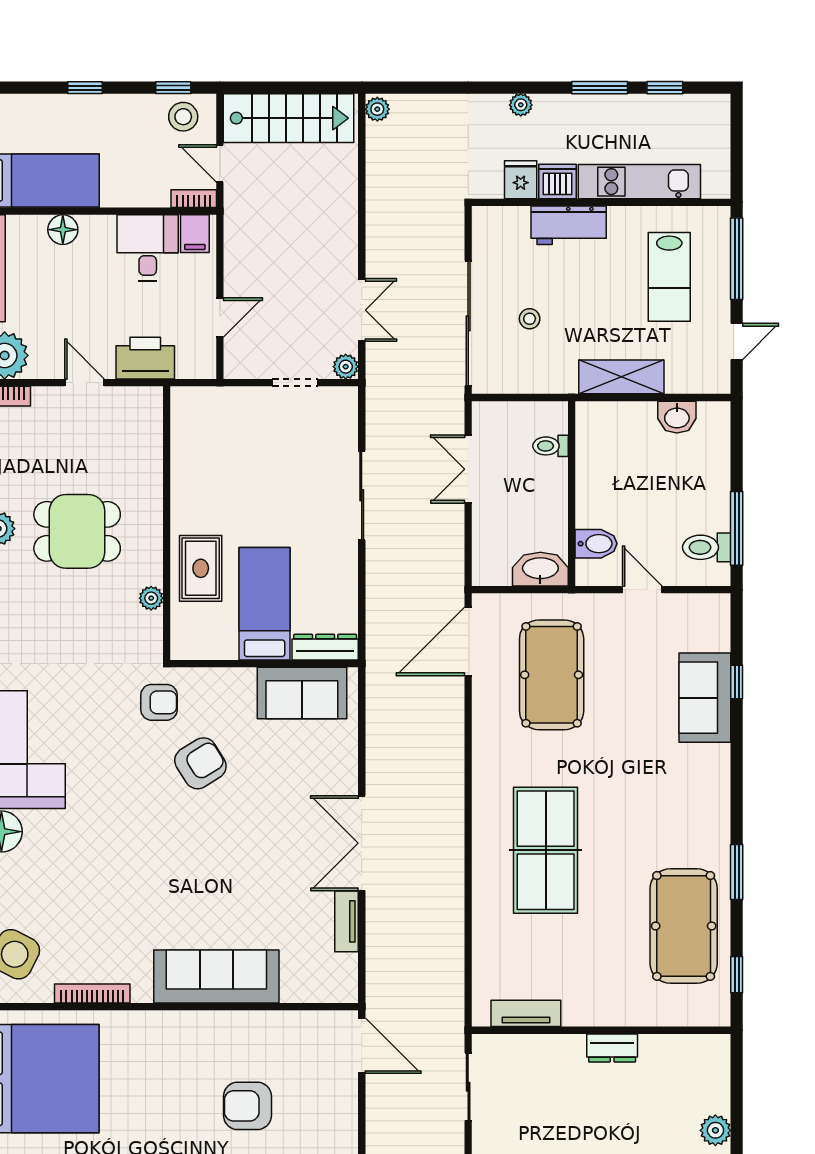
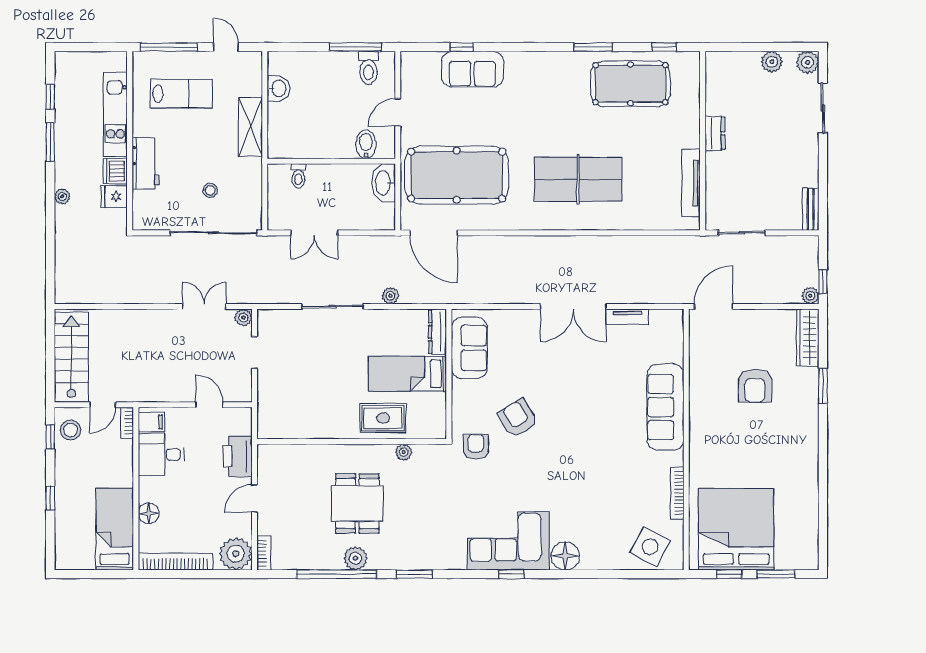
plant: (377, 109) -> (390, 296), moved
pool table: (552, 675) -> (457, 175), width x1.36, depth x1.32
tv unit: (526, 1013) -> (691, 183), width x1.41

